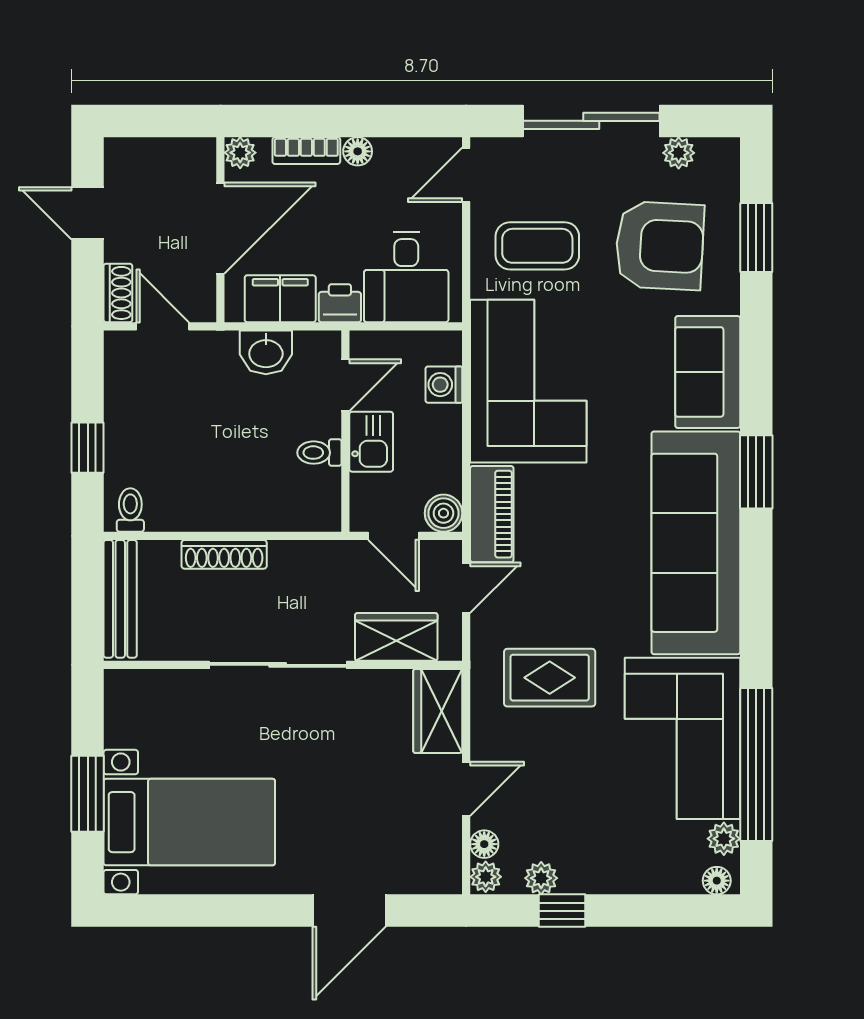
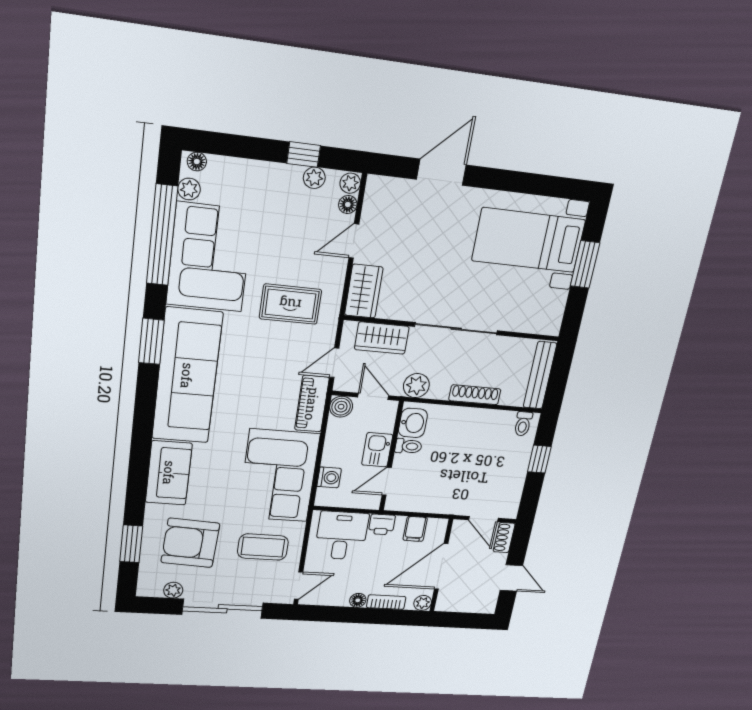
filing cabinet: (280, 299) -> (415, 529), width x0.50
washbasin: (266, 352) -> (413, 423), moved, turned 90
window: (756, 472) -> (151, 341), moved
plant: (325, 561) -> (416, 386), added

